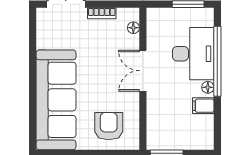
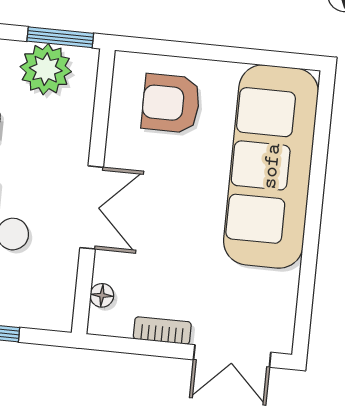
armchair: (109, 126) -> (171, 103), turned 90
plant: (172, 137) -> (46, 69), added

